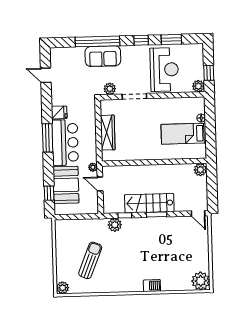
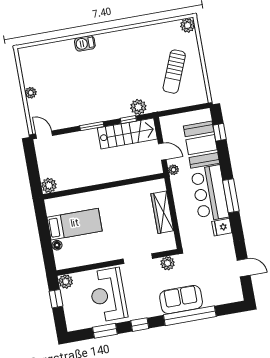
stairs: (149, 203) -> (127, 133), moved
sun lounger: (90, 260) -> (174, 72), moved
plant: (201, 281) -> (31, 93), moved, width x0.53, depth x0.53

